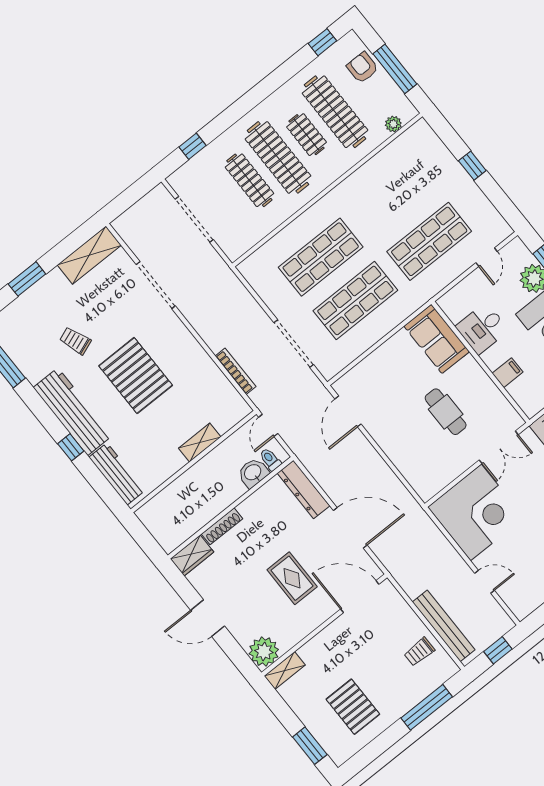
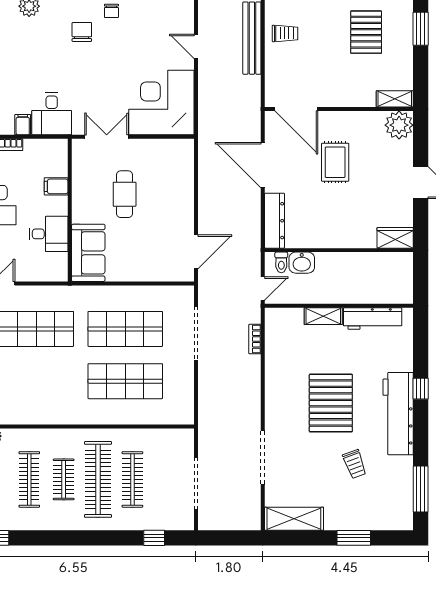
clothes rail: (335, 112) -> (29, 479), width x0.73, depth x0.76
bookcase: (236, 371) -> (255, 339), width x0.64
workbench: (117, 474) -> (373, 319), moved, turned -90
shoe rack: (222, 526) -> (356, 242), removed

